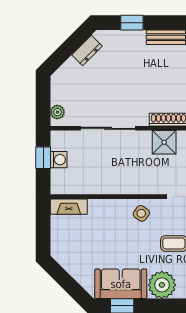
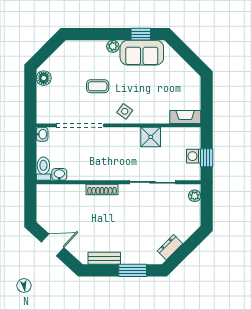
window: (132, 23) -> (133, 270), width x1.50
shower: (164, 142) -> (151, 137), moved
plant: (162, 285) -> (113, 46), width x0.53, depth x0.53

